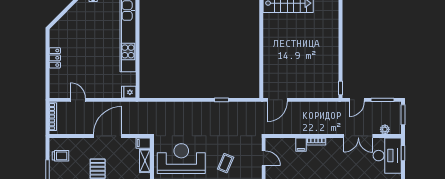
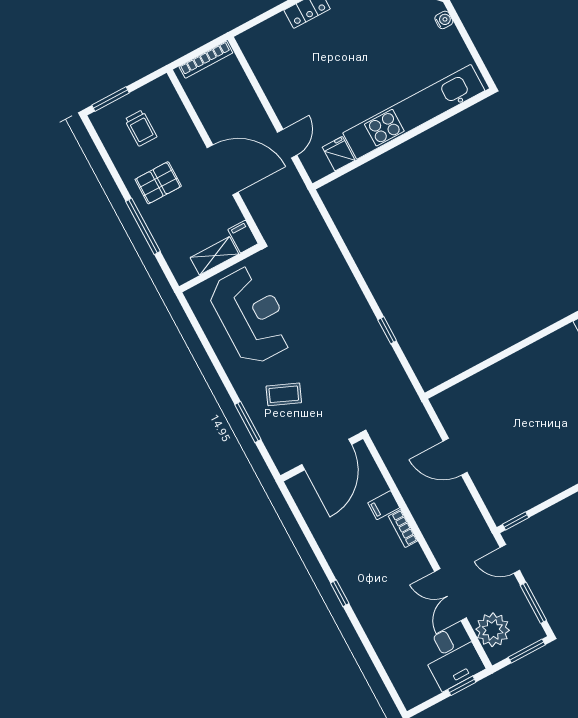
fridge: (129, 92) -> (339, 154), moved
door: (78, 100) -> (287, 144), moved
door: (277, 100) -> (455, 457), moved
plant: (385, 129) -> (493, 630), width x1.88, depth x1.88
trolley: (60, 156) -> (141, 128), moved
desk: (387, 156) -> (452, 657), width x0.73
door: (264, 158) -> (327, 455), width x1.87

